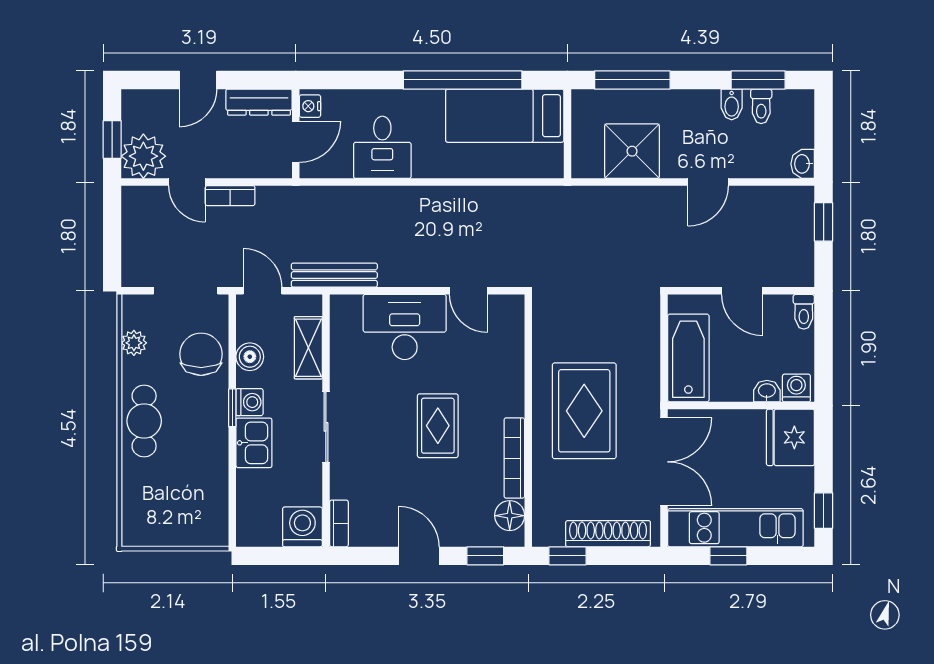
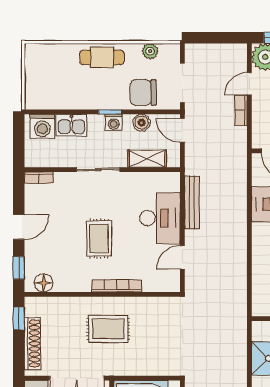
bench: (334, 275) -> (192, 202), moved
door: (262, 291) -> (182, 130), swing flipped
chair: (201, 354) -> (143, 93), turned 180
rug: (584, 411) -> (108, 329), width x0.73, depth x0.70
rug: (438, 426) -> (99, 239), turned 90
kitchen sink: (254, 443) -> (71, 125), moved
bookcase: (514, 458) -> (117, 286), moved
washing machine: (302, 527) -> (42, 126), moved, turned 90

